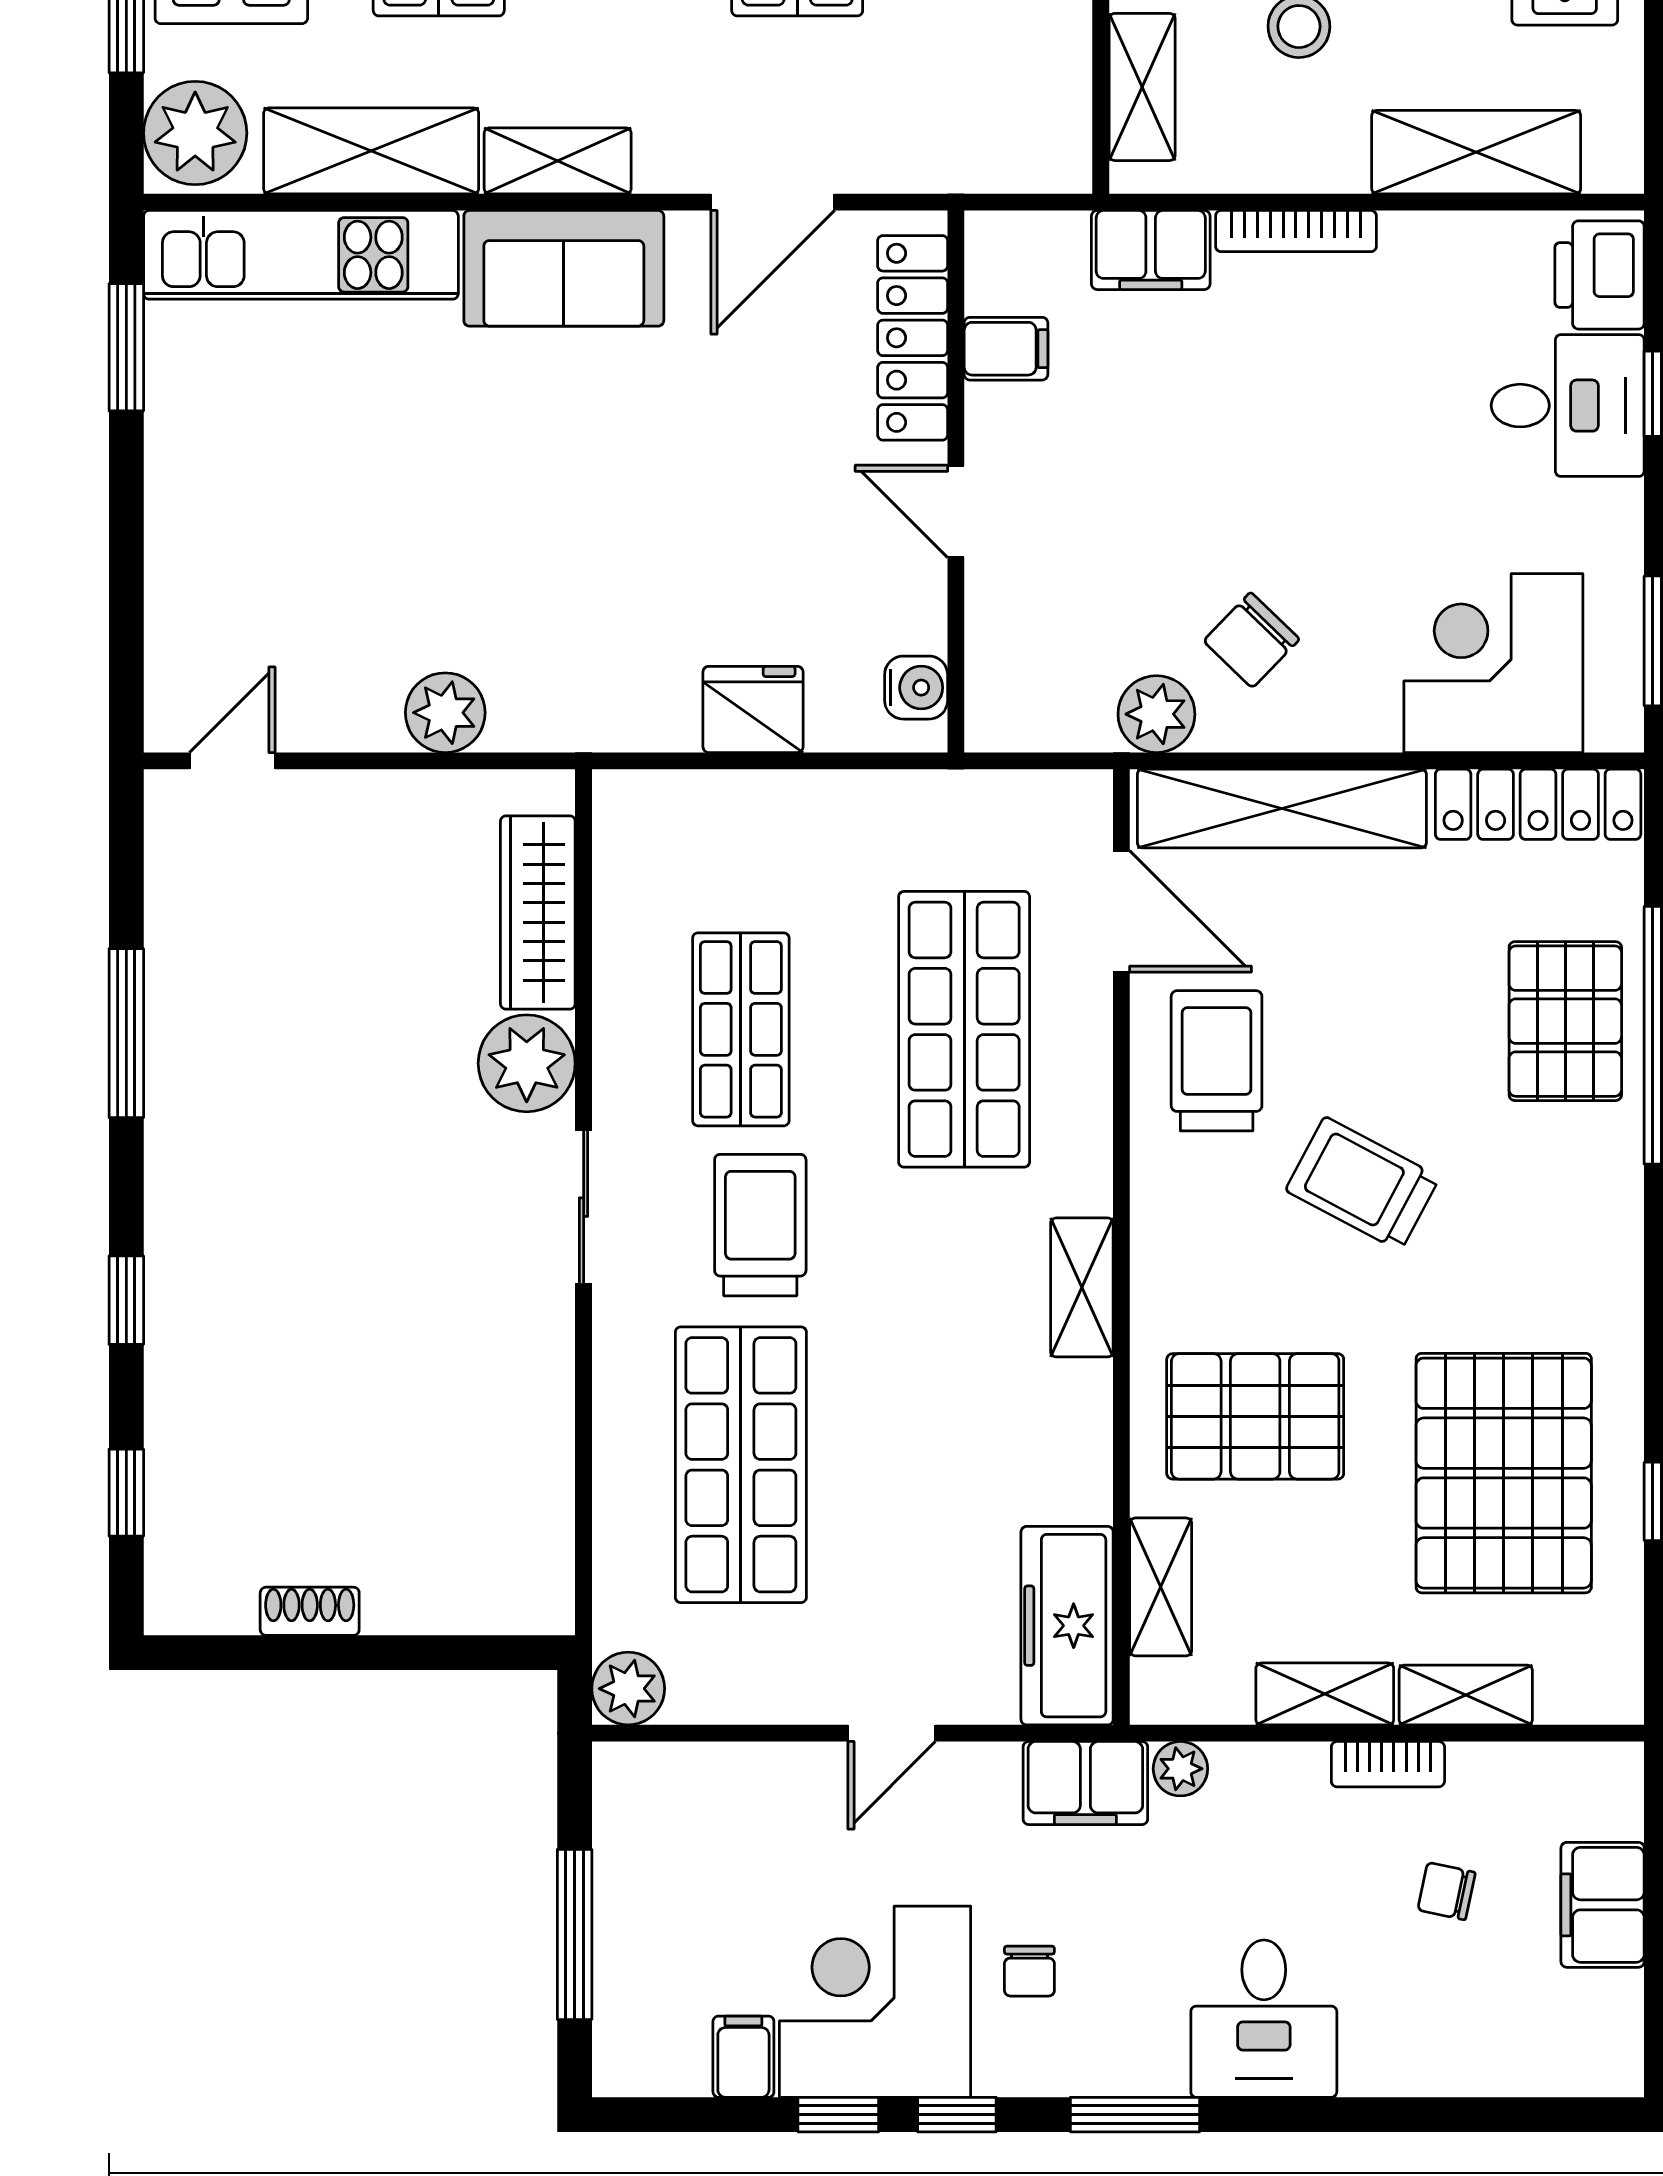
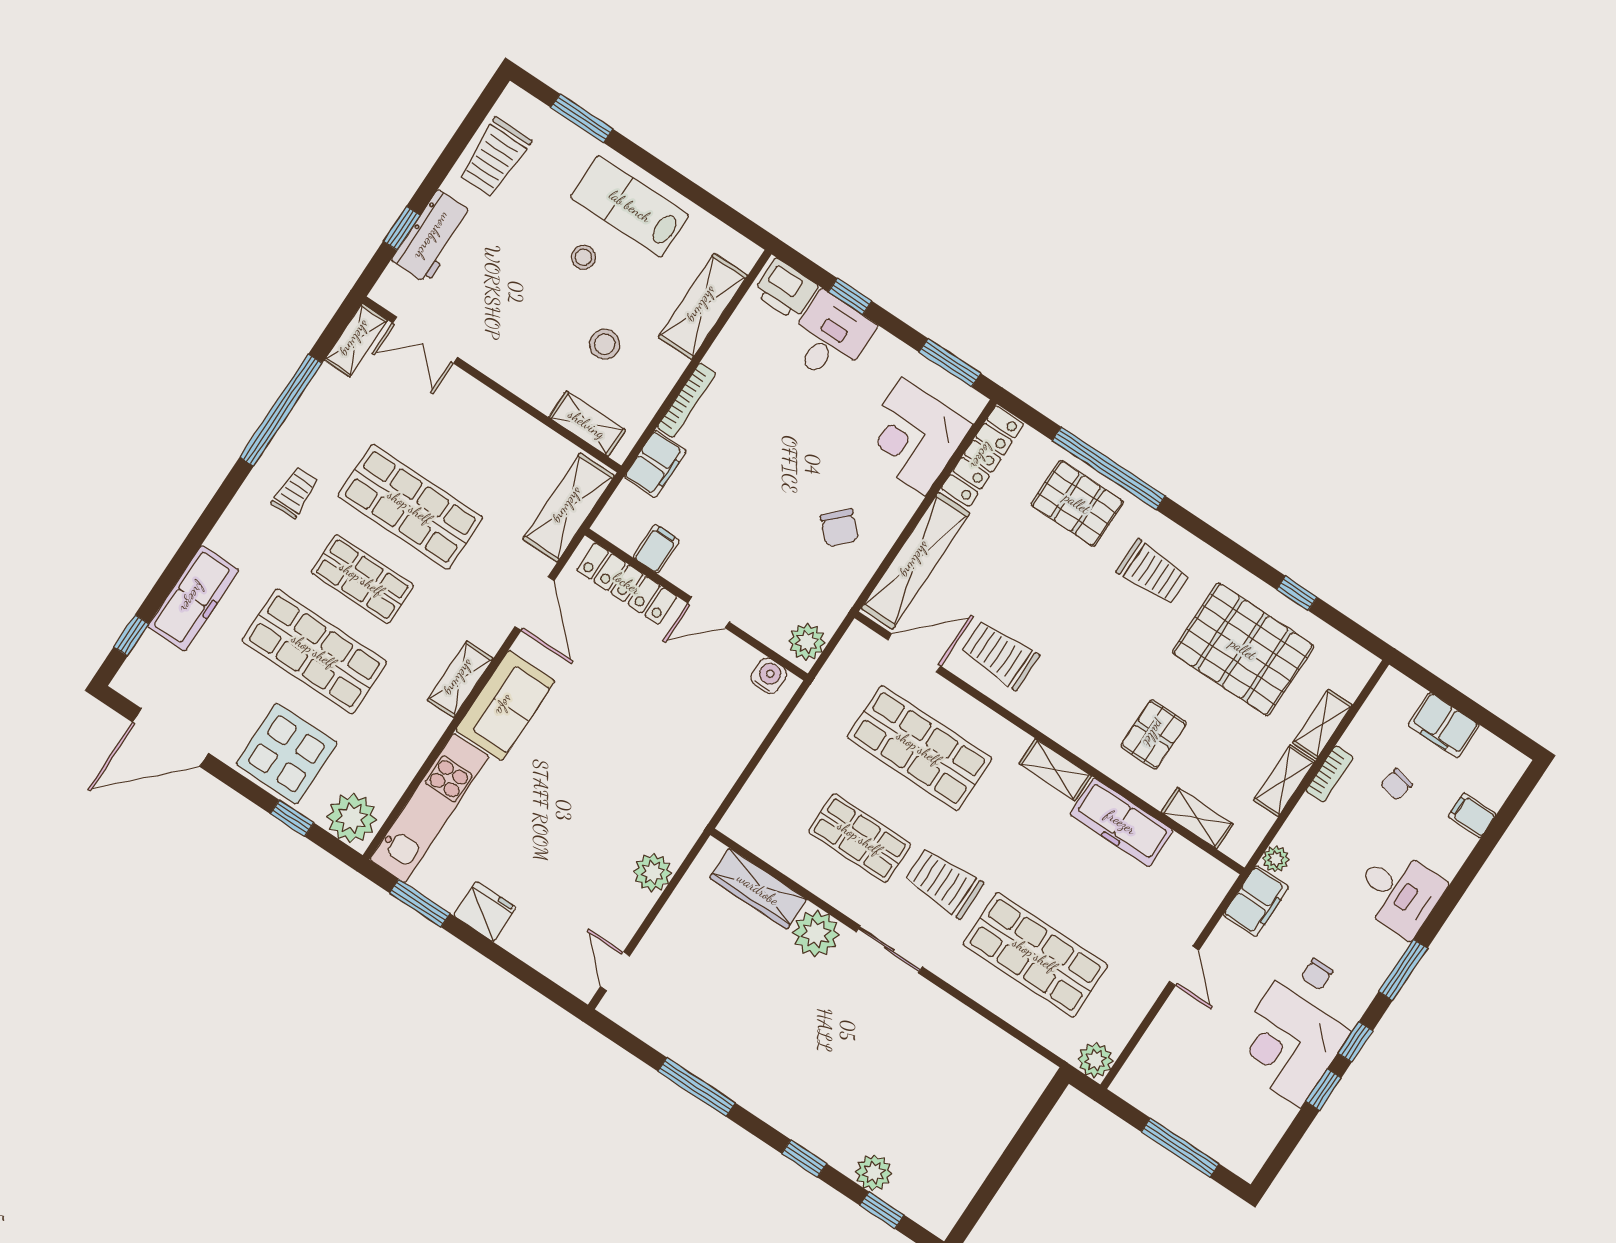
shelving: (371, 151) -> (569, 507), moved
fridge: (753, 709) -> (485, 911), moved, turned 90
plant: (1156, 714) -> (807, 642), moved
trolley: (1362, 1184) -> (1153, 573), moved, turned -118
pallet: (1255, 1416) -> (1154, 734), width x0.67, depth x0.71
plant: (181, 1436) -> (874, 1173), added
shoe rack: (310, 1611) -> (979, 1168), removed
freezer: (1067, 1626) -> (1121, 822), moved
chair: (1029, 1971) -> (1317, 974), turned 90
filing cabinet: (743, 2057) -> (1472, 815), moved

